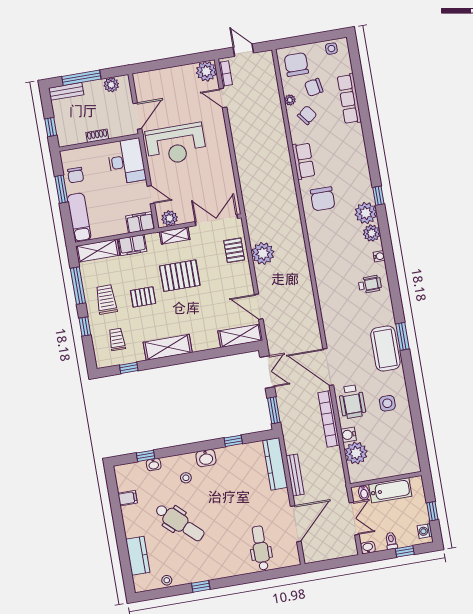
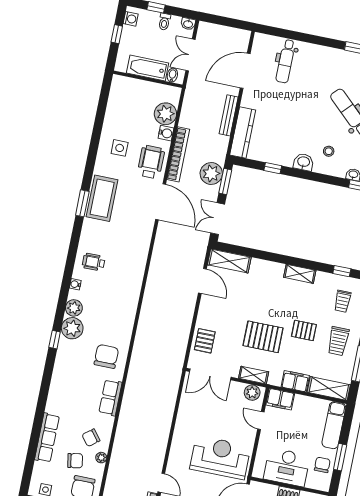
desk: (126, 161) -> (287, 467), moved, turned -90
plant: (263, 253) -> (211, 174), moved
shelving: (168, 347) -> (300, 274), width x0.67, depth x0.75

